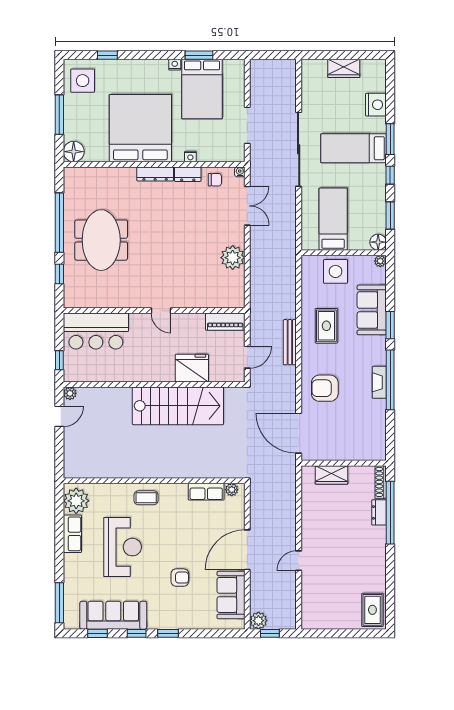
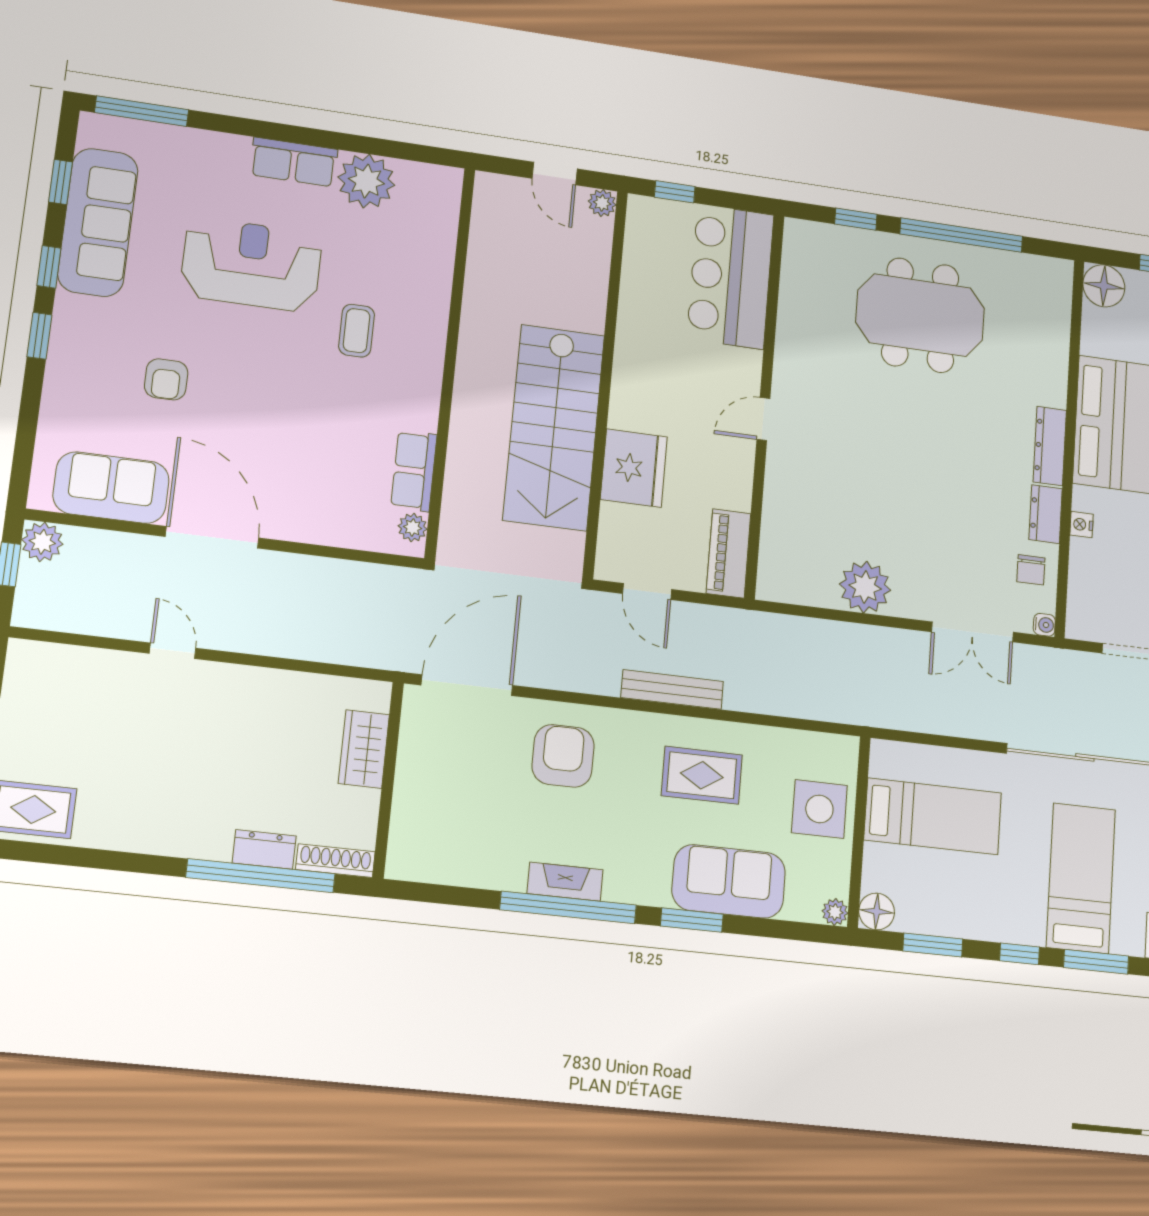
wall: (154, 481) -> (450, 361), moved
plant: (232, 490) -> (413, 527), moved
row of seats: (206, 492) -> (414, 471), moved
reception desk: (123, 547) -> (251, 265), turned 180

